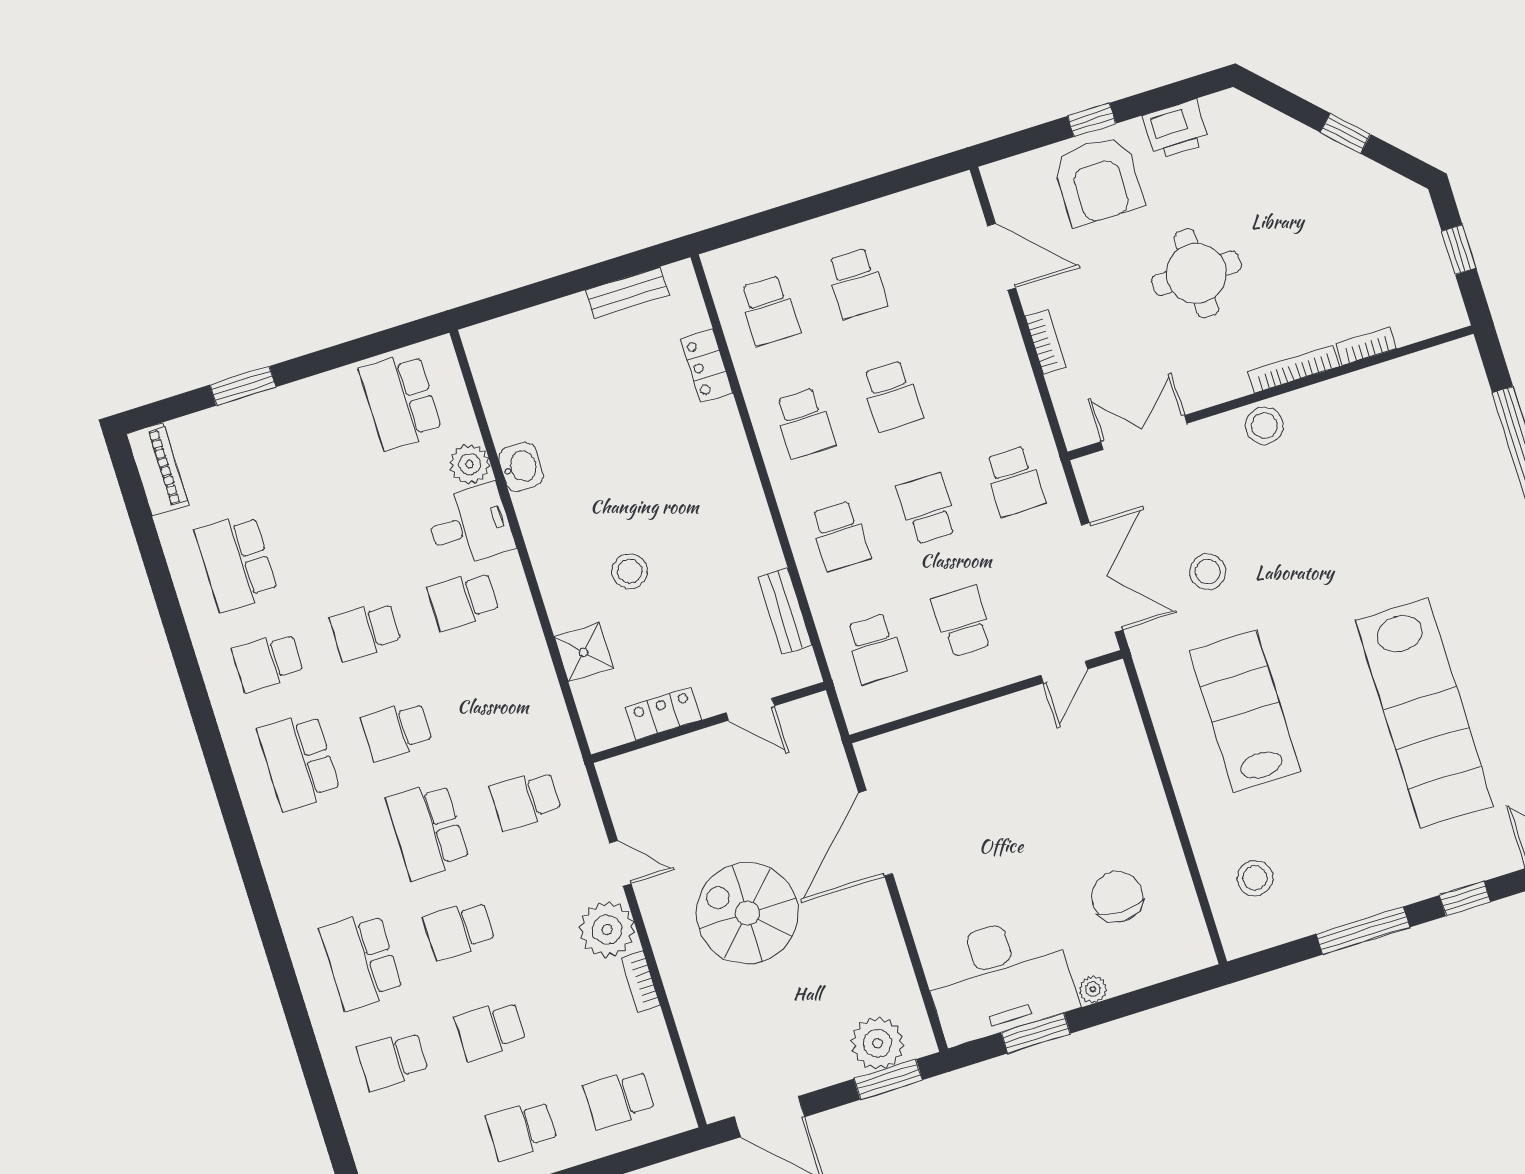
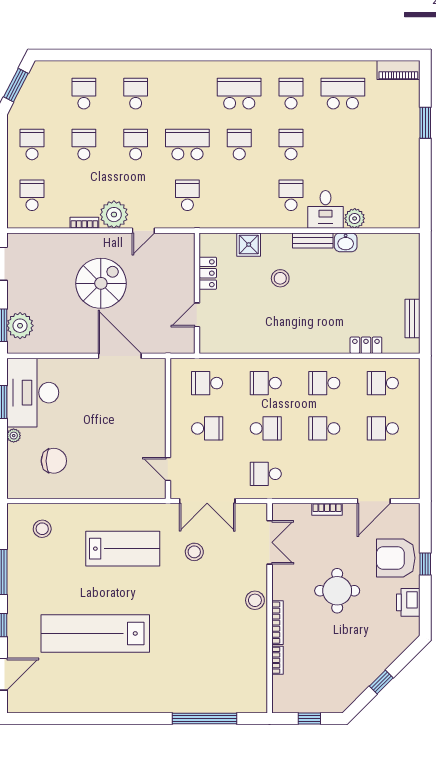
school desk: (401, 401) -> (395, 195), removed
bench: (785, 611) -> (313, 241), moved
school desk: (361, 961) -> (136, 94), width x0.54

